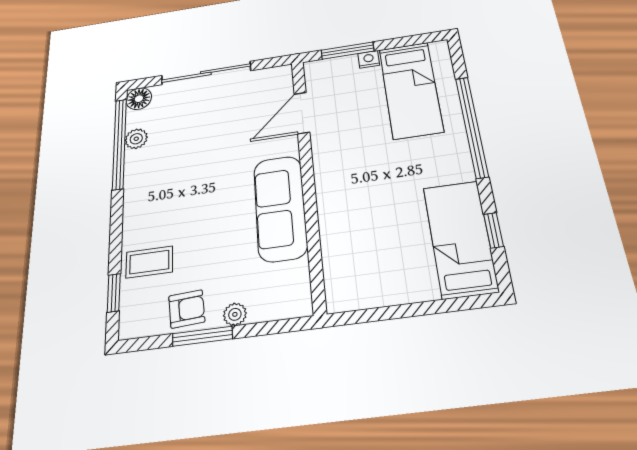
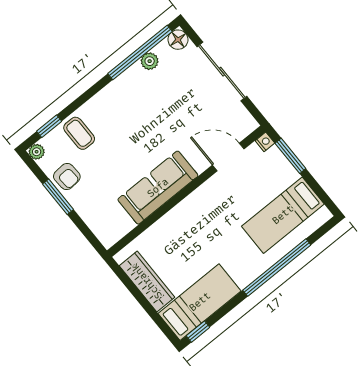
nightstand: (369, 59) -> (265, 142), moved
window: (493, 230) -> (198, 332), moved
wardrobe: (389, 289) -> (147, 281), added
plant: (235, 314) -> (37, 152), moved

